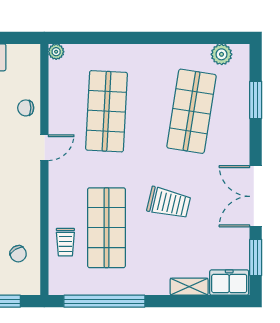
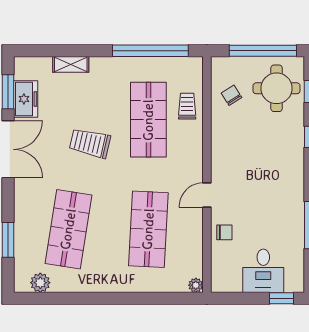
freezer: (229, 282) -> (26, 99), moved, turned -90

